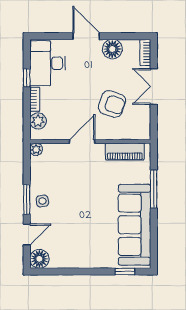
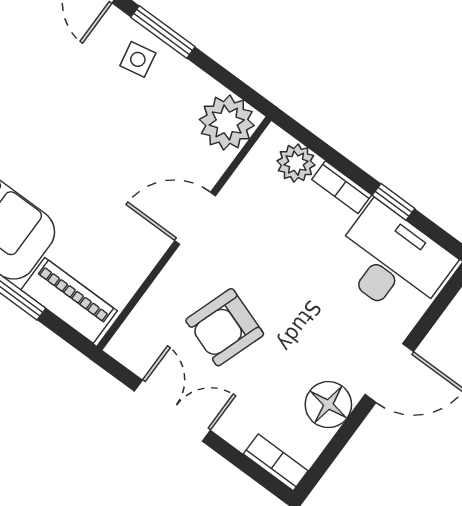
double door: (154, 86) -> (172, 411), moved
door: (82, 141) -> (195, 218), swing flipped
plant: (36, 149) -> (227, 122), width x1.87, depth x1.87
piano: (125, 152) -> (69, 300), moved, turned 90

